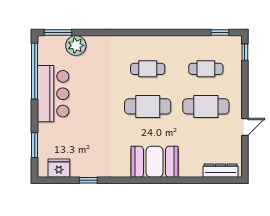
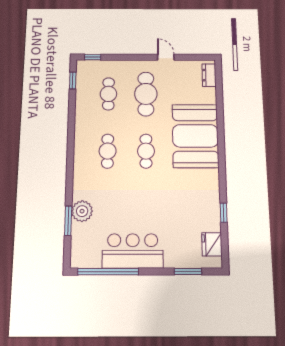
window: (58, 33) -> (68, 221), moved
plant: (76, 45) -> (82, 211), moved
cafe table: (148, 106) -> (146, 151), width x0.73, depth x0.74
booth: (154, 162) -> (195, 136), width x1.36, depth x1.42
dresser: (220, 171) -> (209, 75), width x0.70

